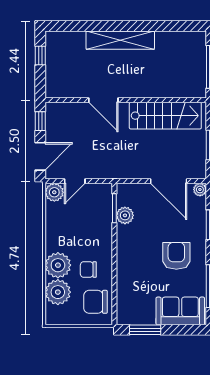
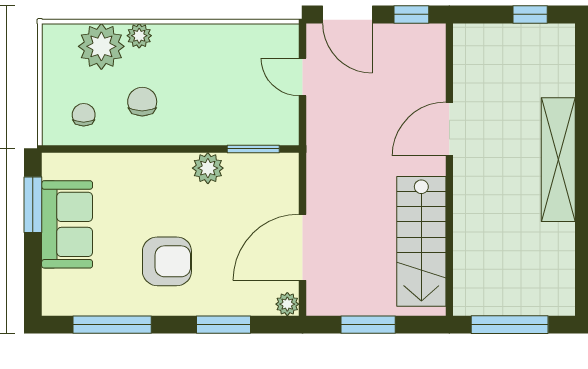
plant: (54, 192) -> (282, 40), removed
plant: (125, 215) -> (208, 168), moved
plant: (58, 265) -> (139, 36), width x0.53, depth x0.53
chair: (96, 302) -> (84, 115), width x0.54, depth x0.54
sofa: (180, 311) -> (67, 224), moved

